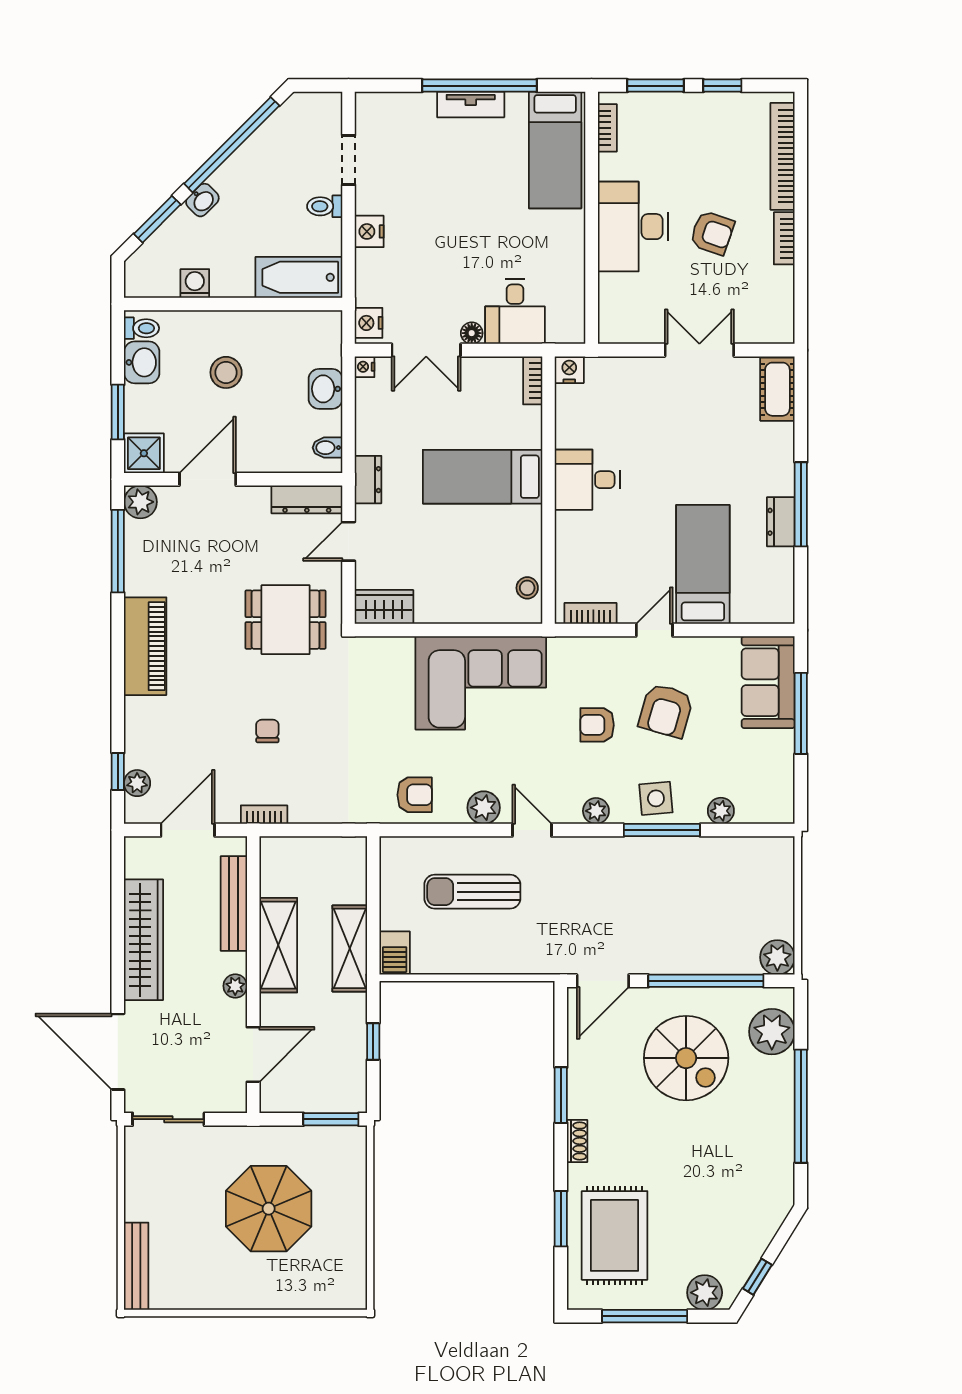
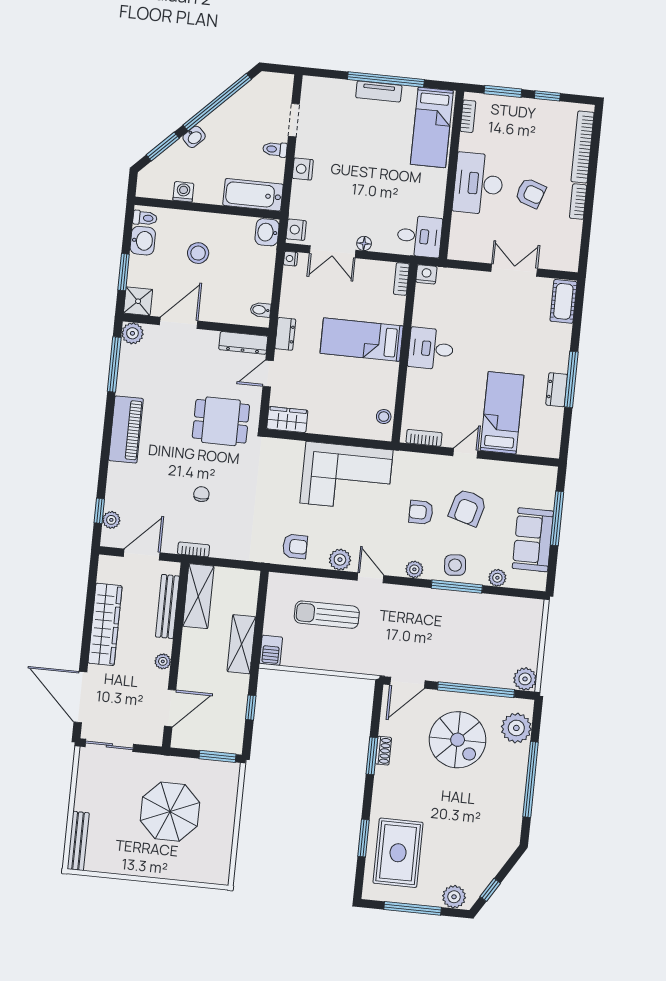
desk: (515, 312) -> (419, 236), moved, turned -90
washbasin: (326, 389) -> (267, 232), moved
sofa: (768, 682) -> (533, 540), moved
shelving: (278, 945) -> (198, 596), moved
shoe rack: (577, 1141) -> (383, 751), moved

